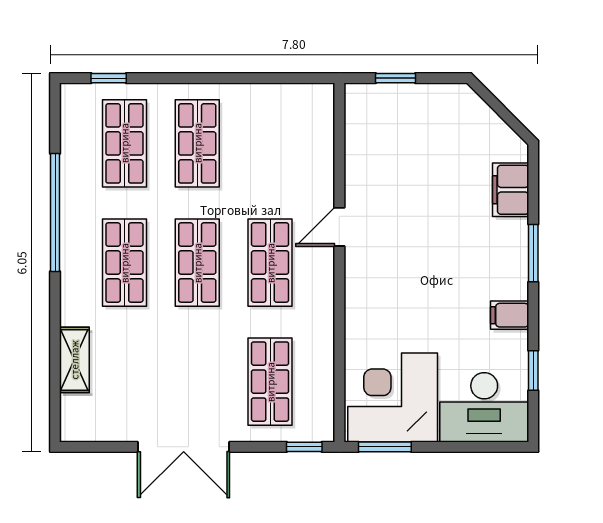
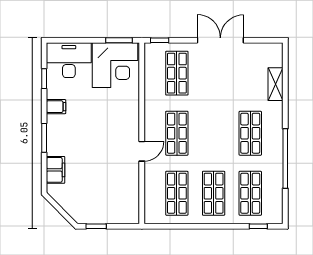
window: (396, 78) -> (96, 226), moved
shop shelf: (197, 263) -> (177, 193), moved

